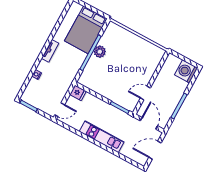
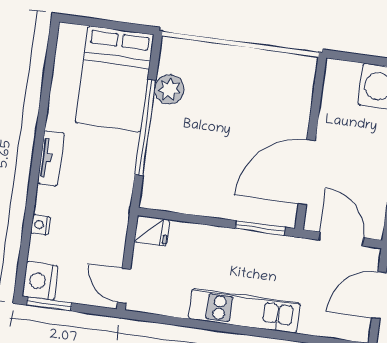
plant: (100, 52) -> (169, 89), moved
door: (145, 93) -> (307, 172), width x1.88
nightstand: (28, 96) -> (40, 281), added
door: (60, 110) -> (124, 286), swing flipped

